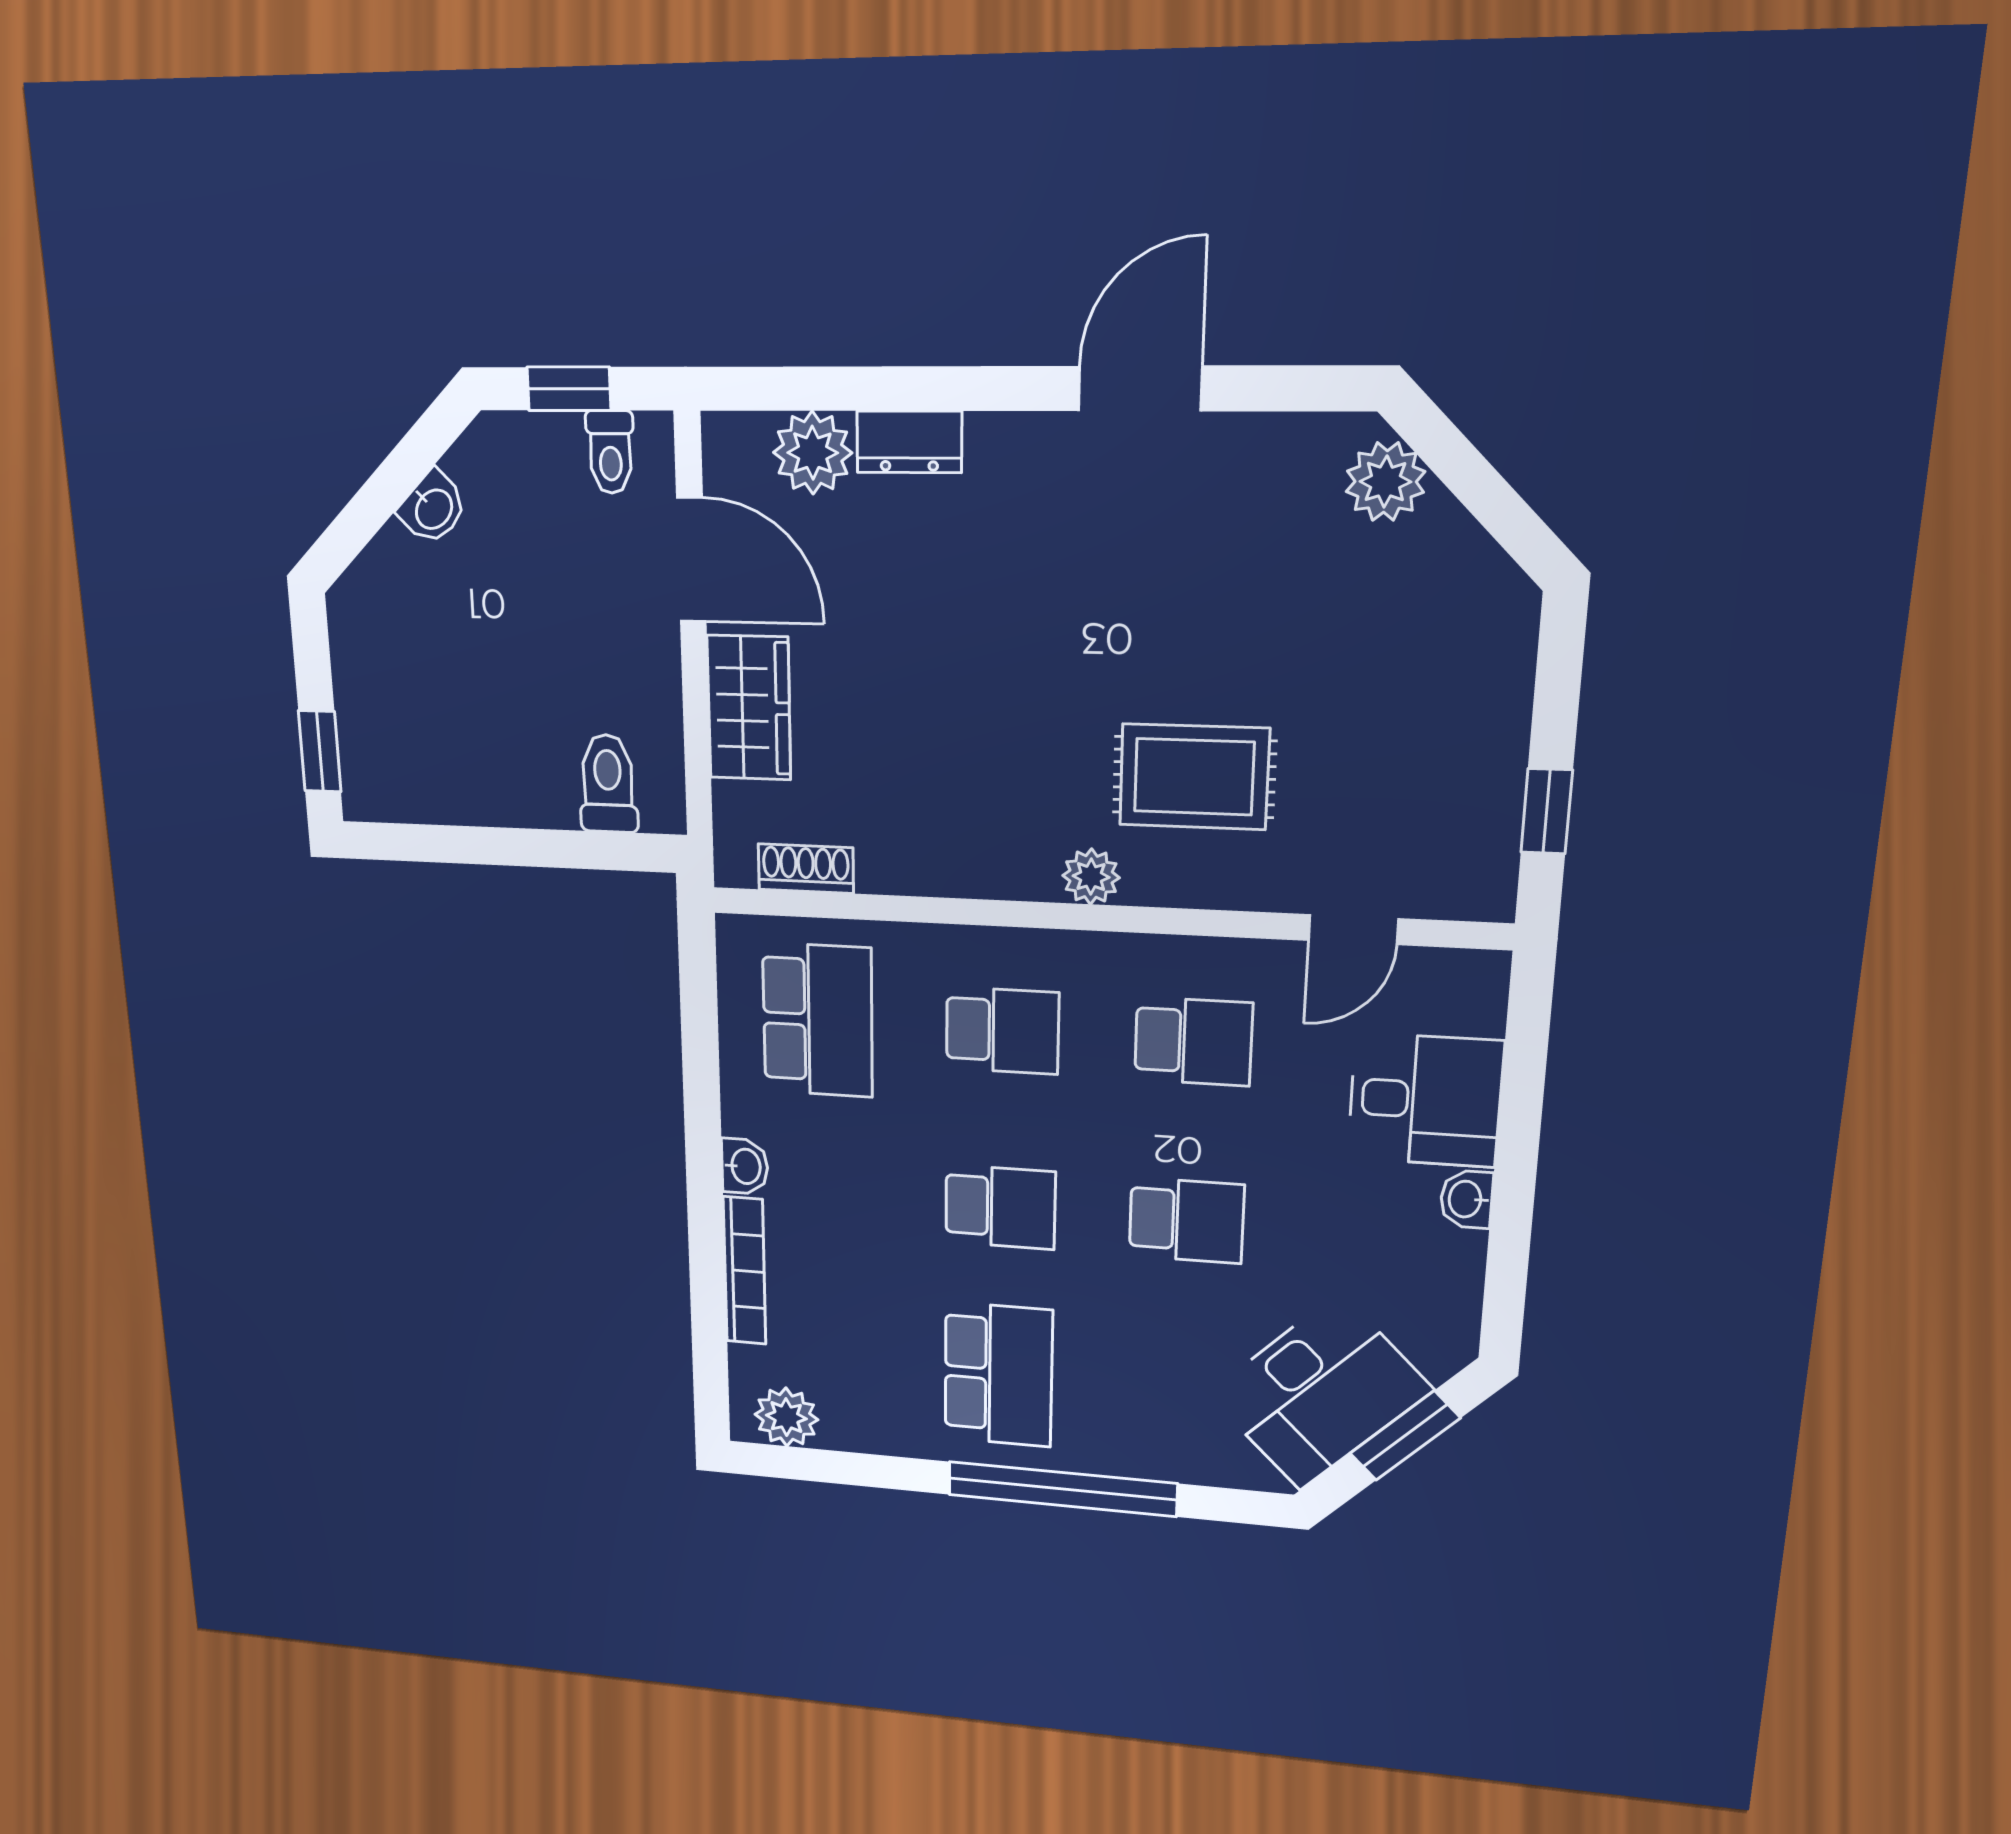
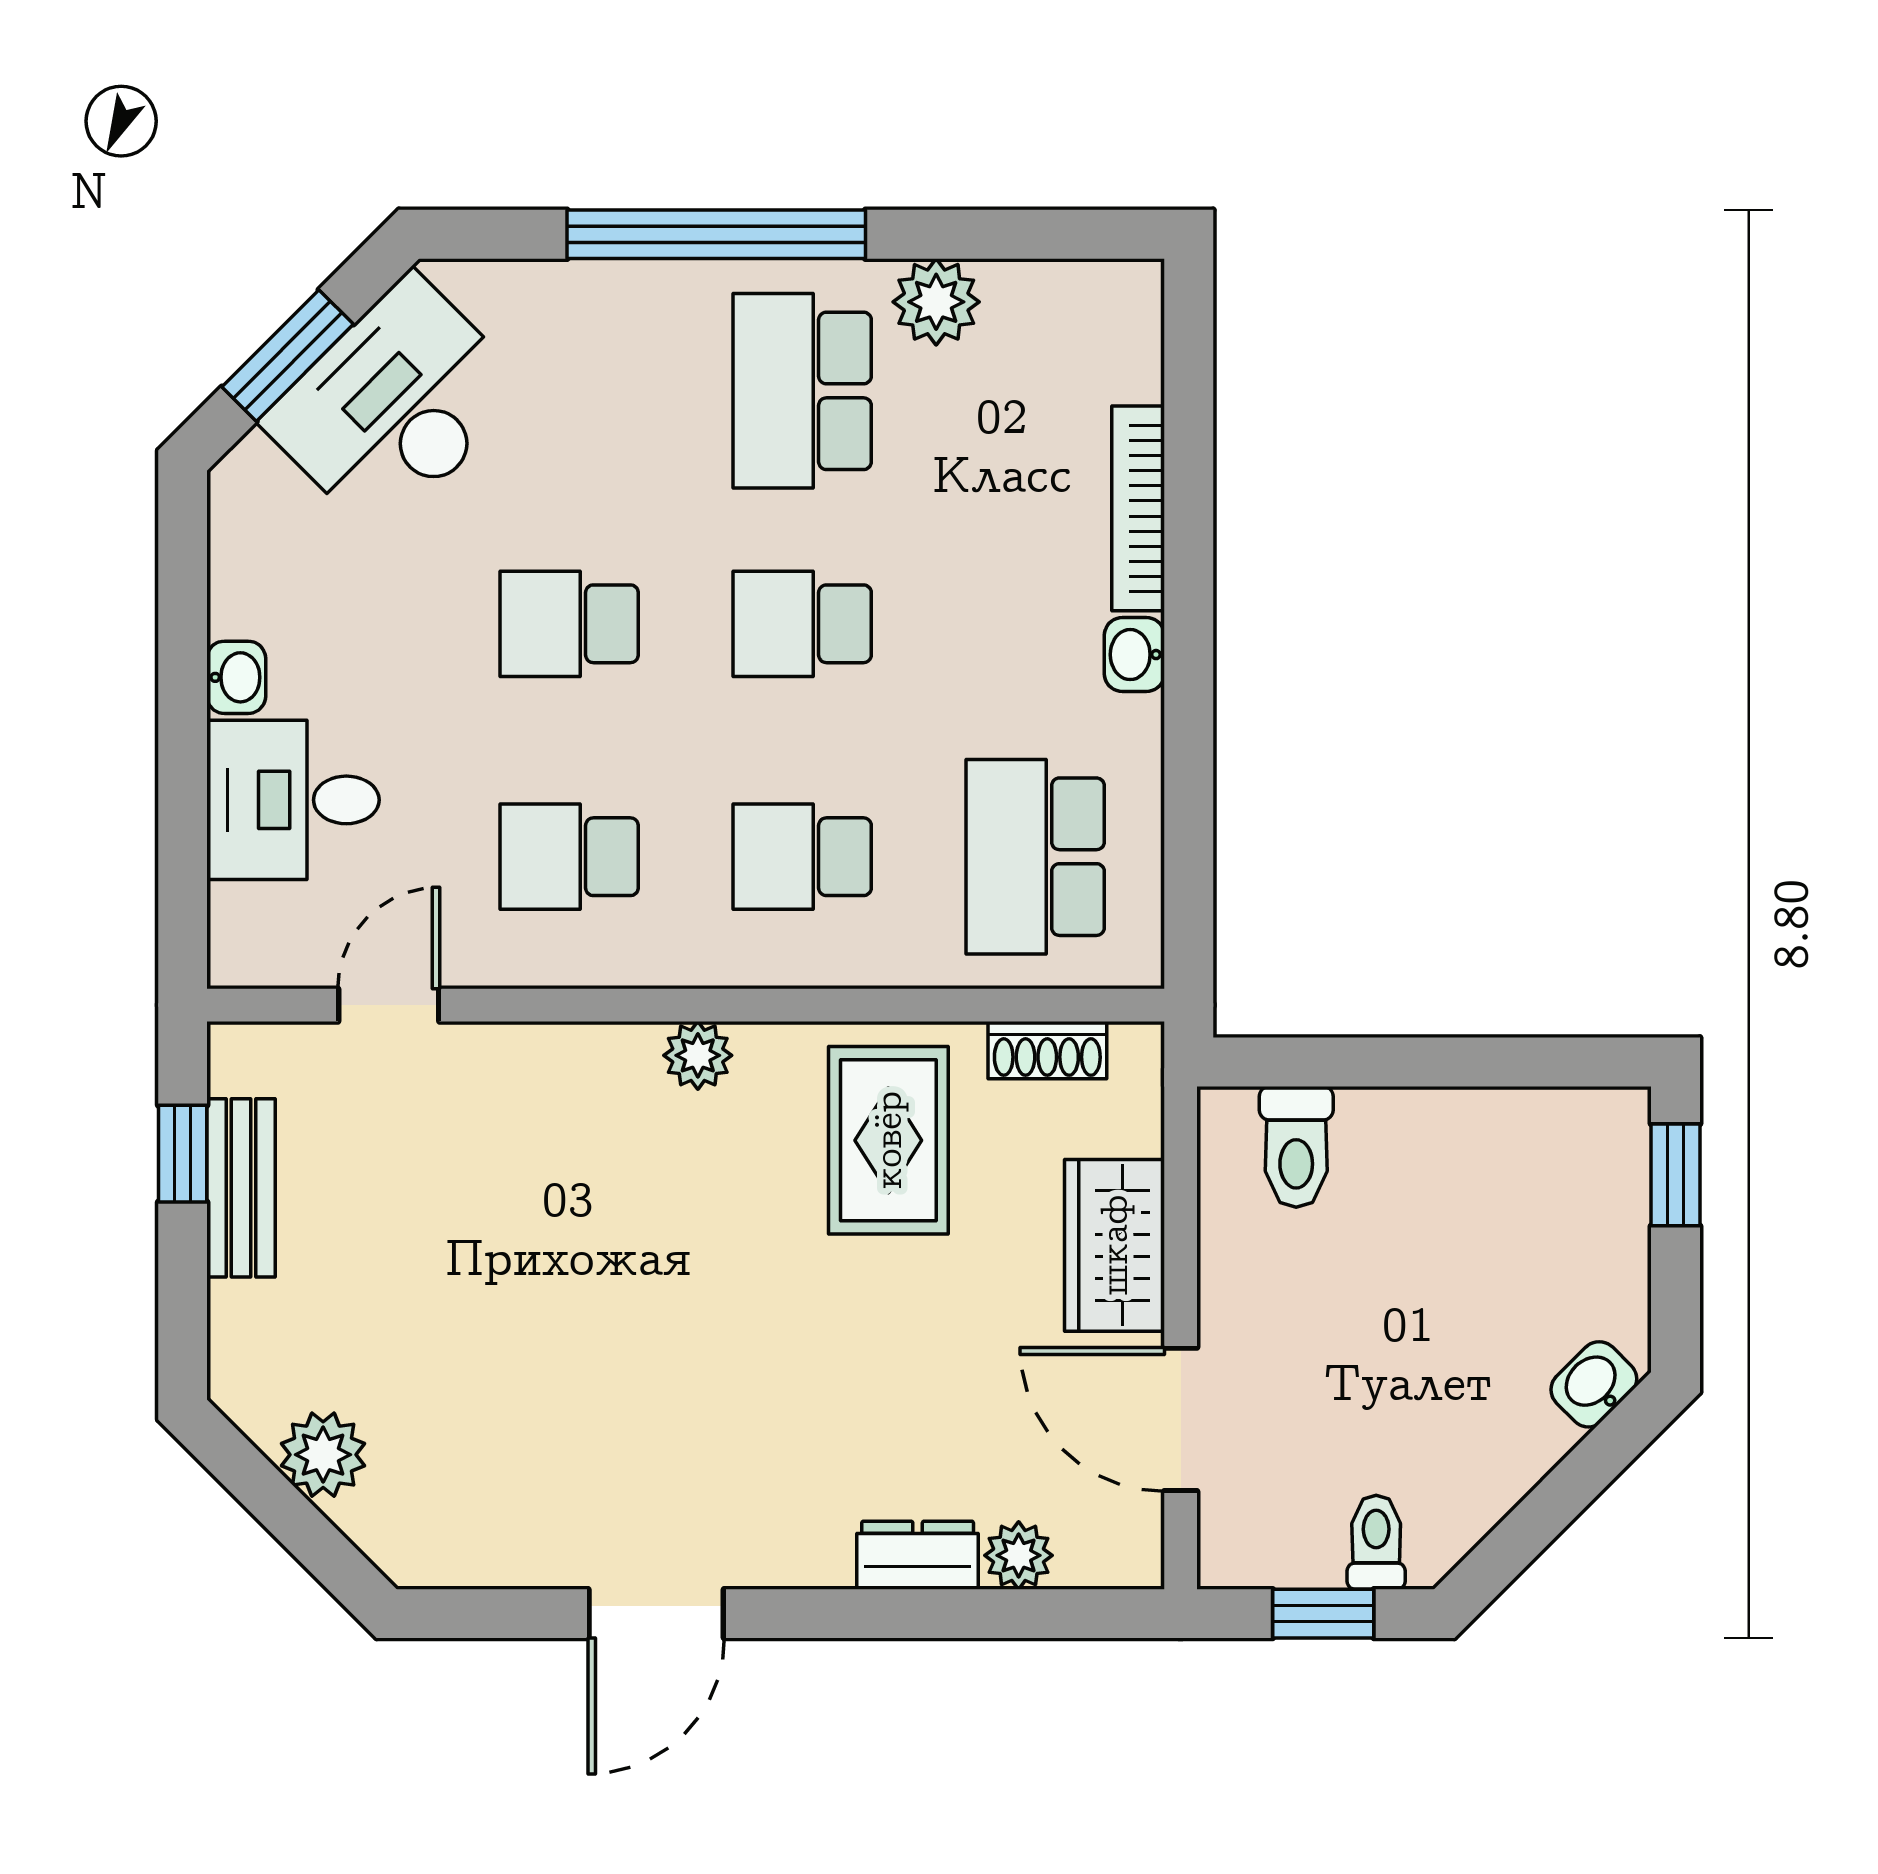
toilet: (610, 452) -> (1376, 1542), moved
plant: (813, 453) -> (1019, 1555), width x0.73, depth x0.73
plant: (1385, 482) -> (323, 1455), moved
washbasin: (433, 508) -> (1594, 1384), moved
rug: (1194, 777) -> (888, 1140), moved, turned 90
bench: (1496, 780) -> (241, 1188), added
plant: (786, 1417) -> (936, 302), moved

